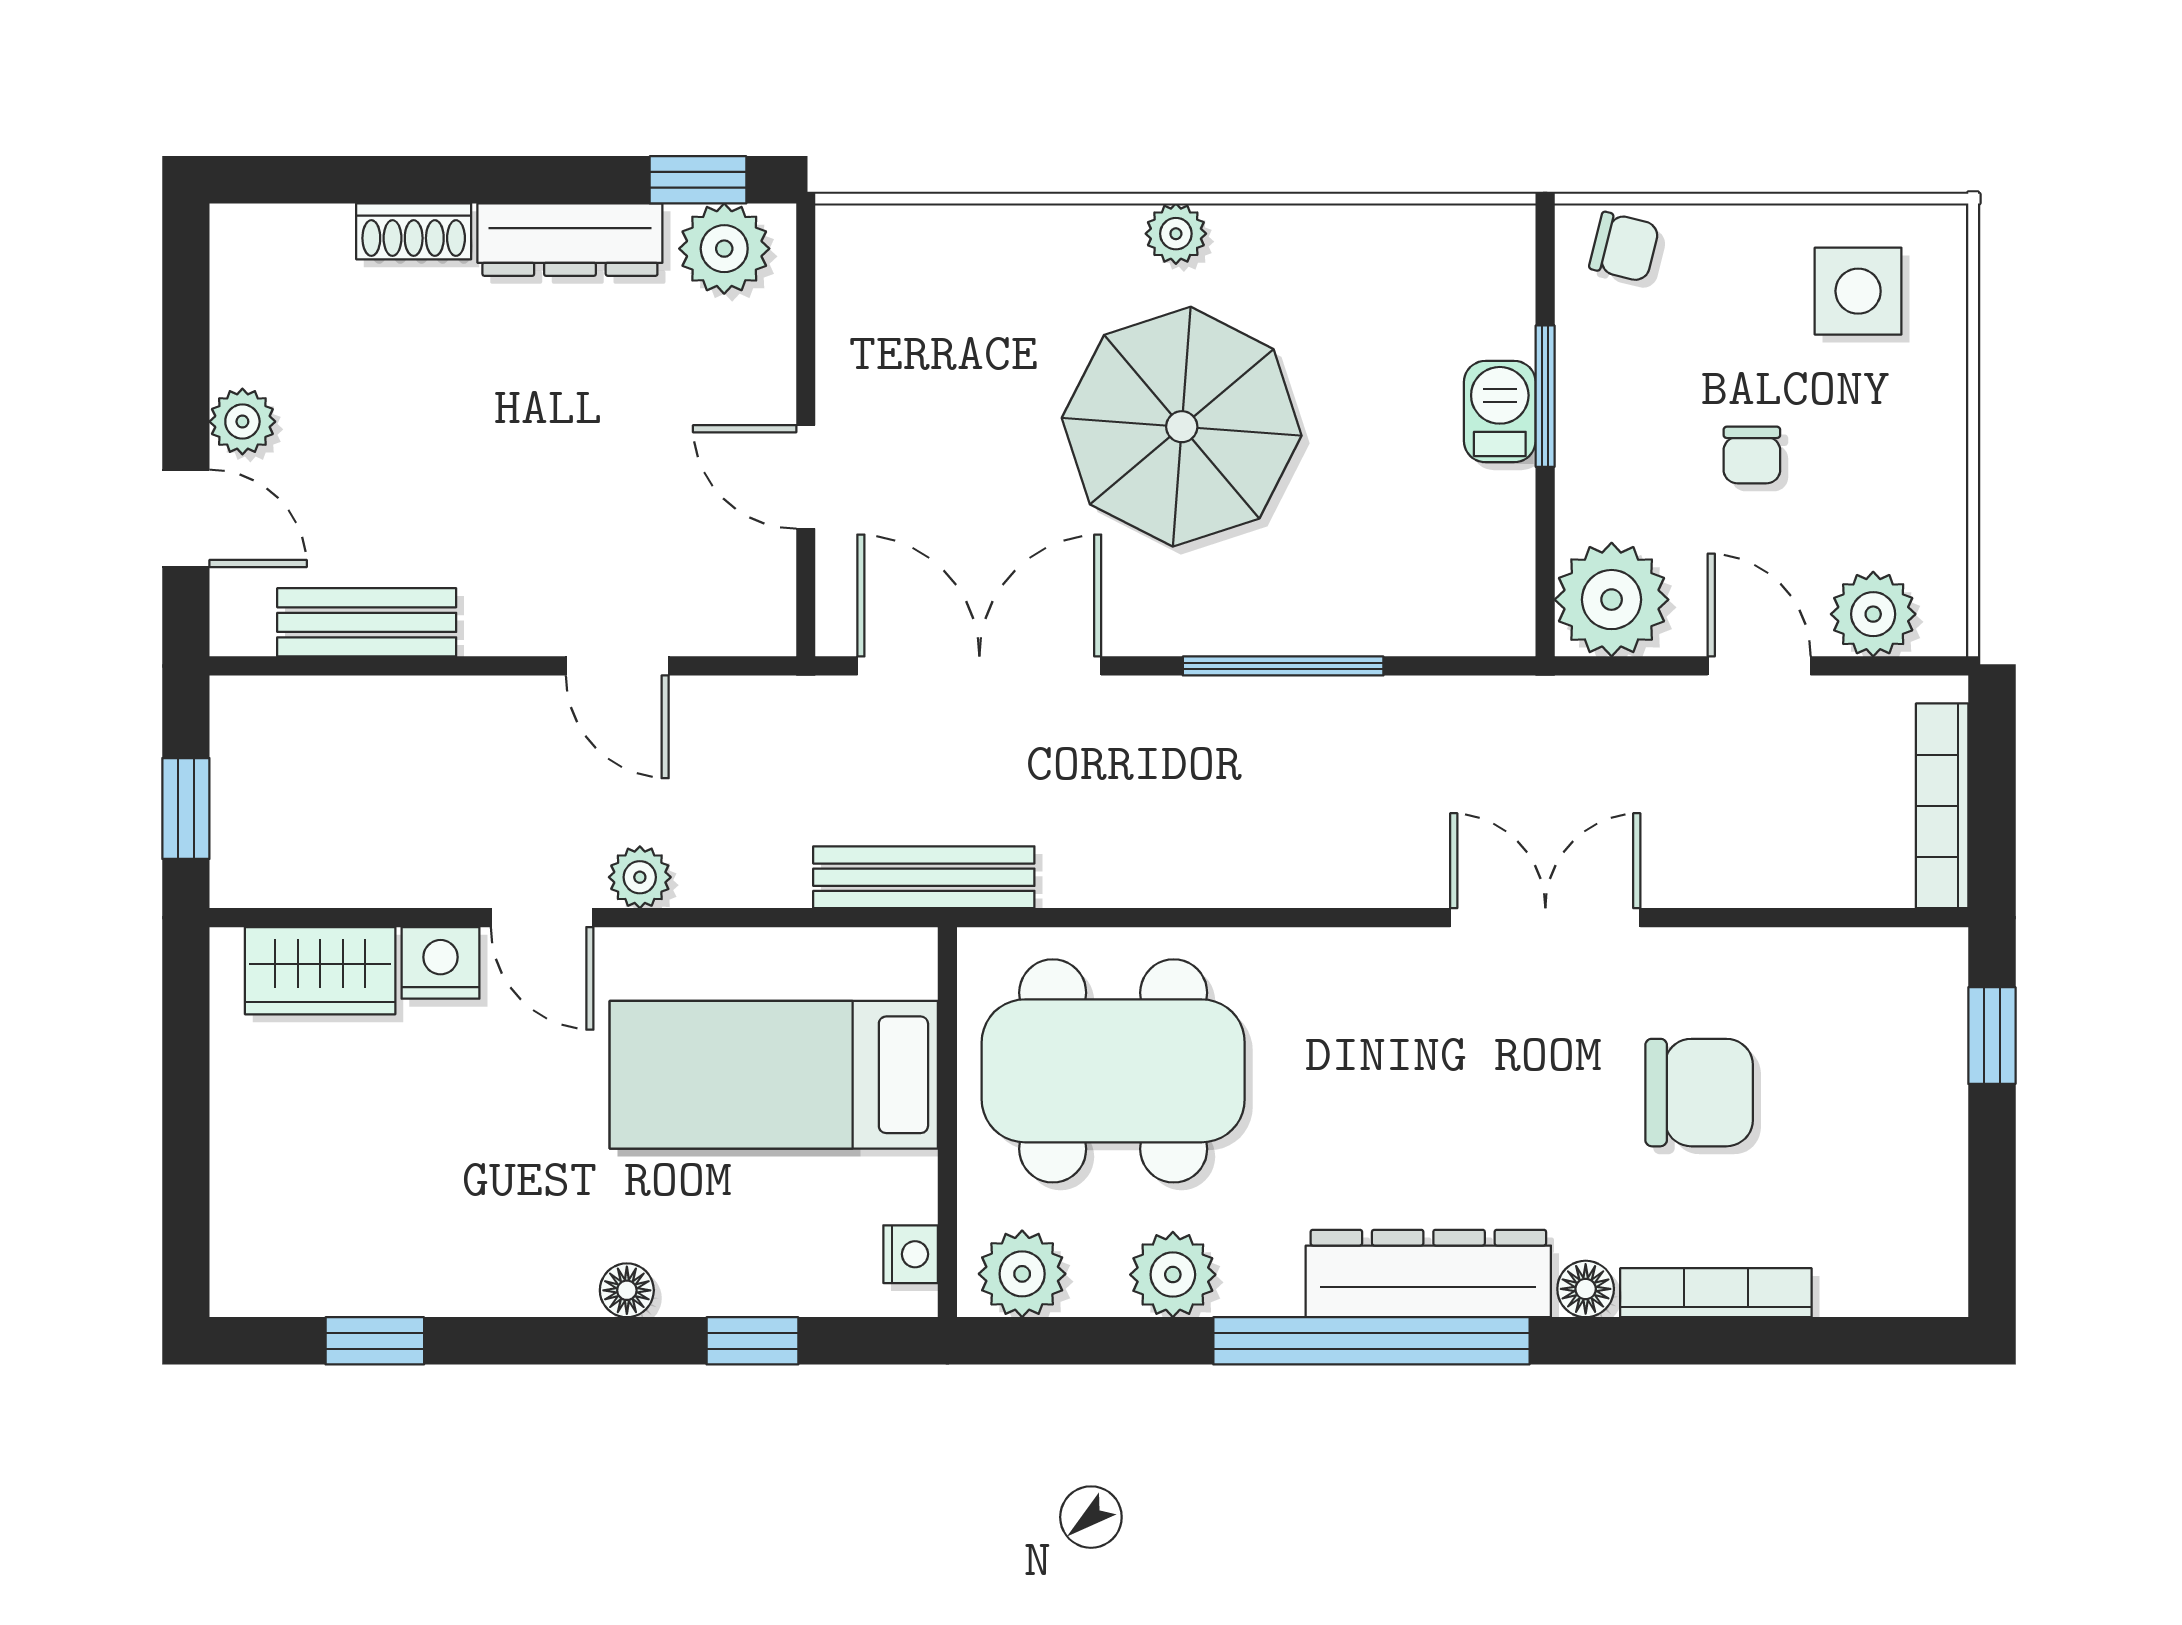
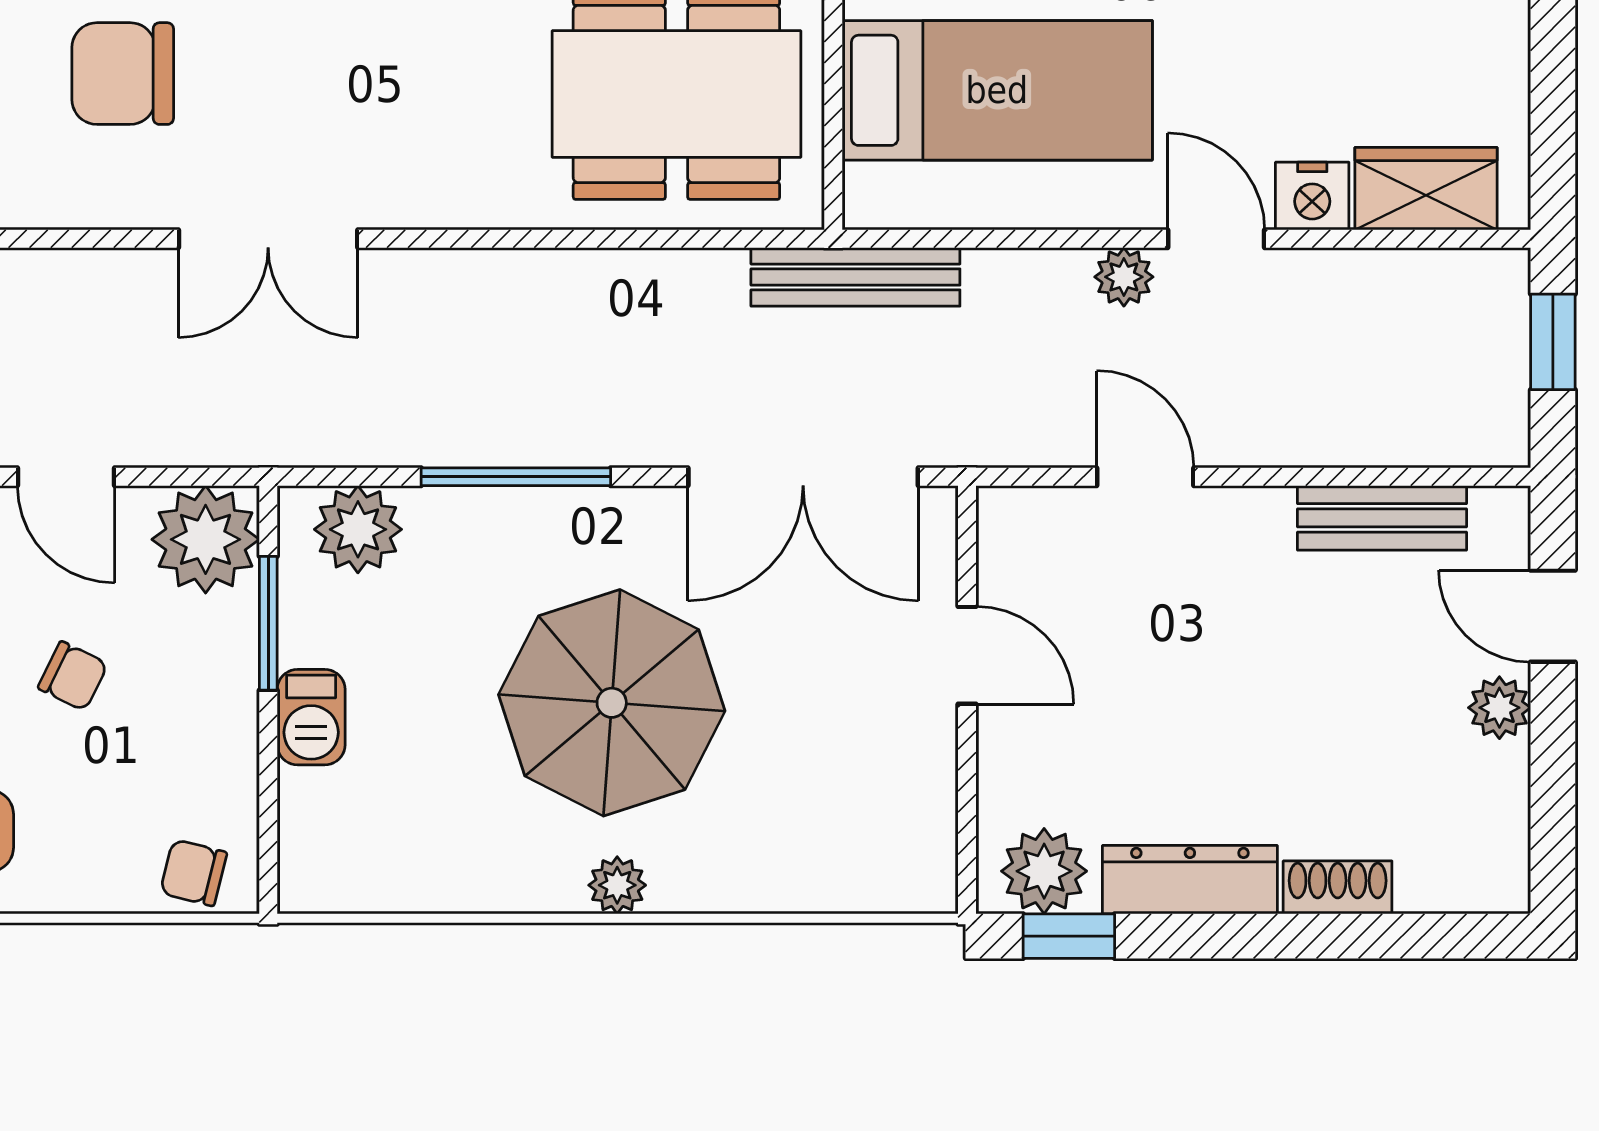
window: (1545, 396) -> (268, 623), moved
chair: (1752, 455) -> (73, 676), turned 116
plant: (1450, 610) -> (358, 529), added

